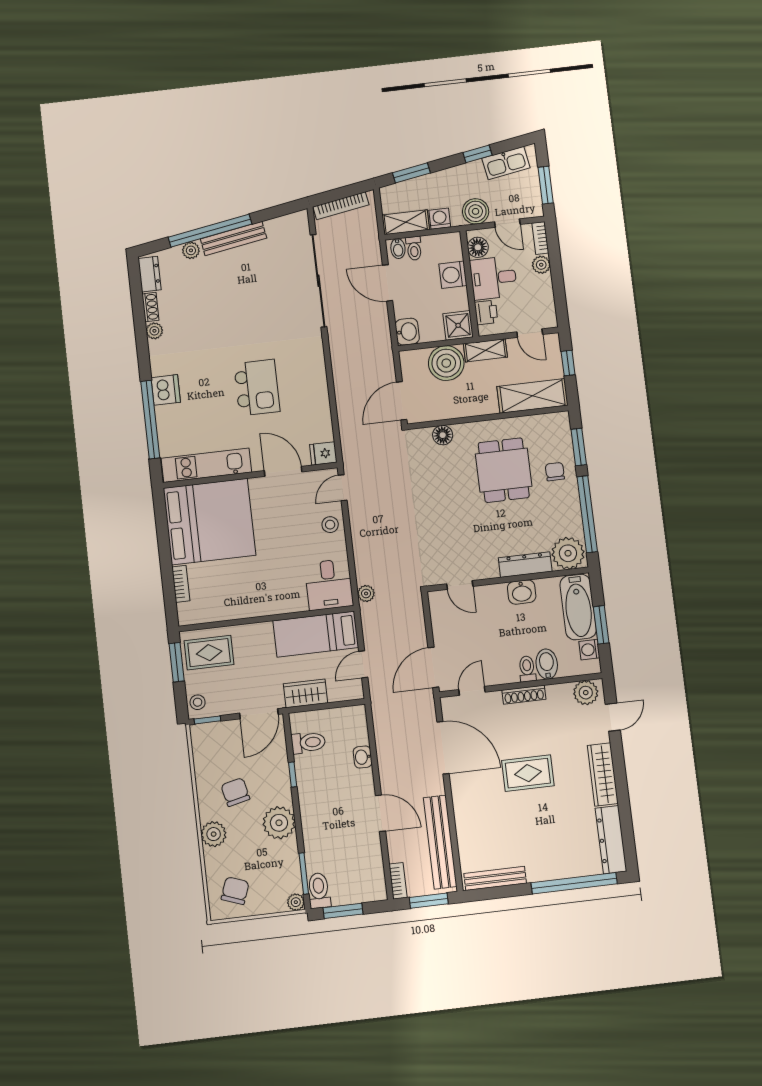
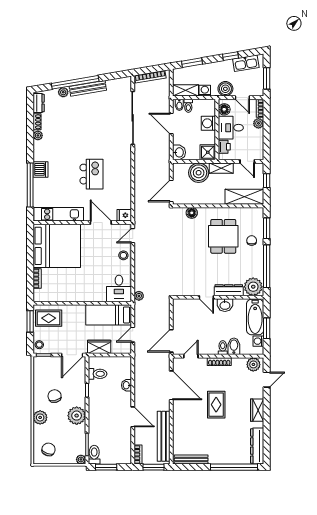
door: (460, 585) -> (206, 297), moved
rug: (528, 773) -> (216, 405), turned 90
wardrobe: (603, 774) -> (257, 410), width x0.67

